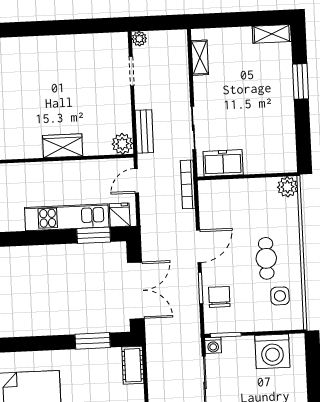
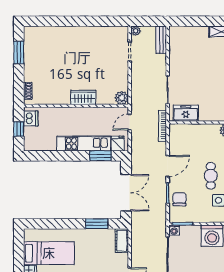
shelving: (200, 58) -> (174, 45), removed
bench: (144, 131) -> (161, 40), moved

